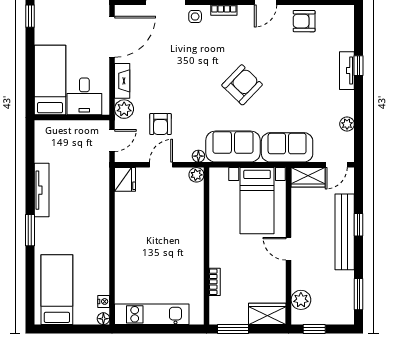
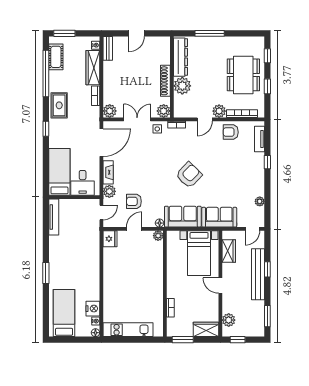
tv unit: (347, 71) -> (260, 139), moved
armchair: (161, 124) -> (134, 201), turned 90
wardrobe: (308, 177) -> (229, 251), moved, turned -90
tv unit: (42, 190) -> (54, 217), moved
nightstand: (99, 283) -> (93, 309), added

